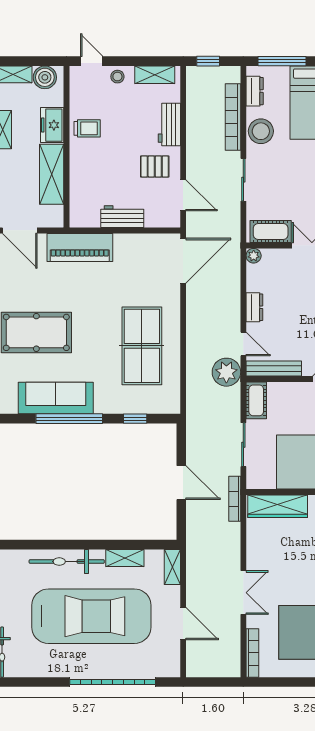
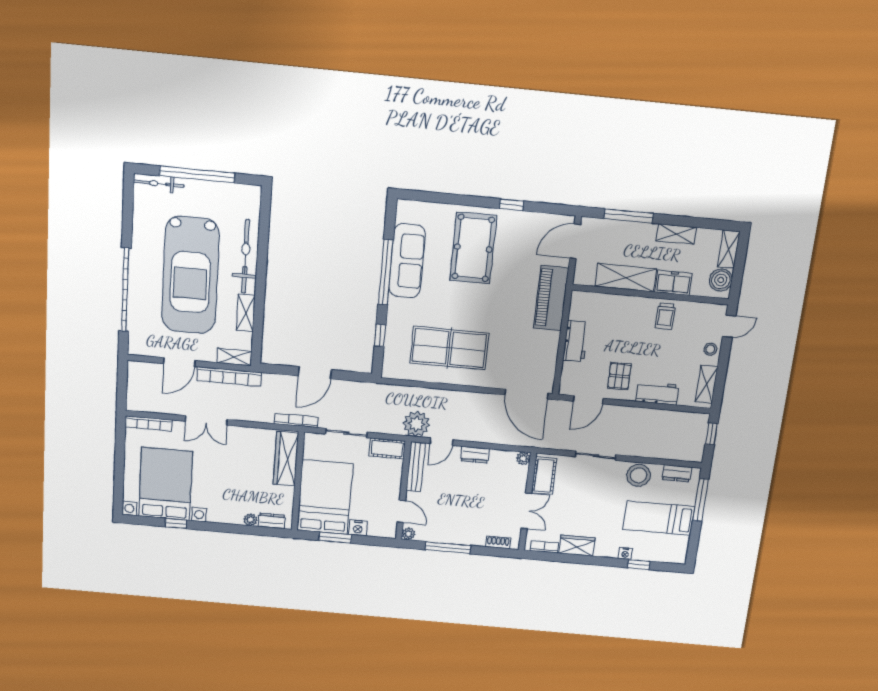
bookcase: (233, 117) -> (229, 376), moved, turned 180

